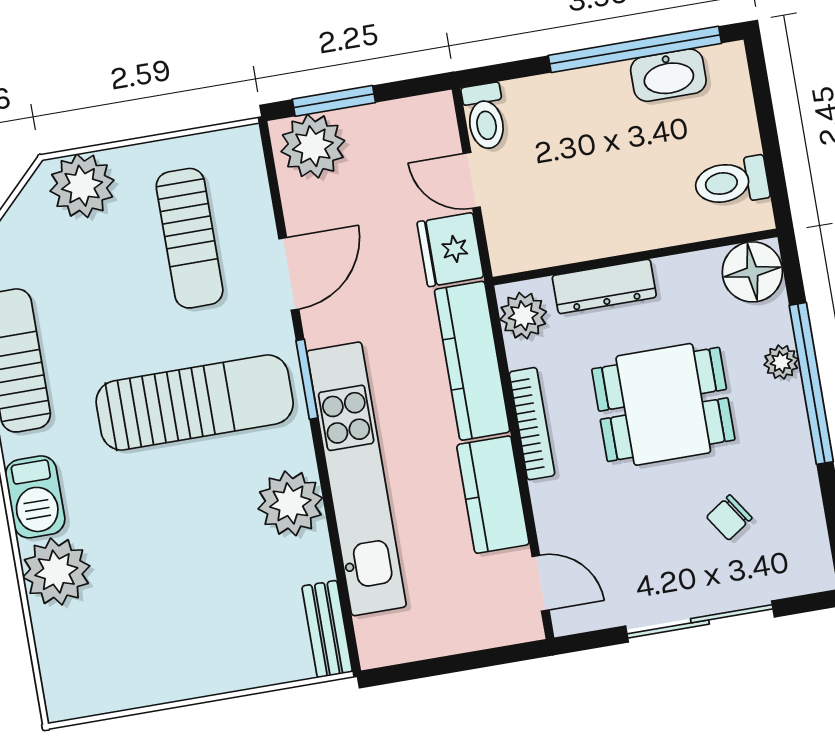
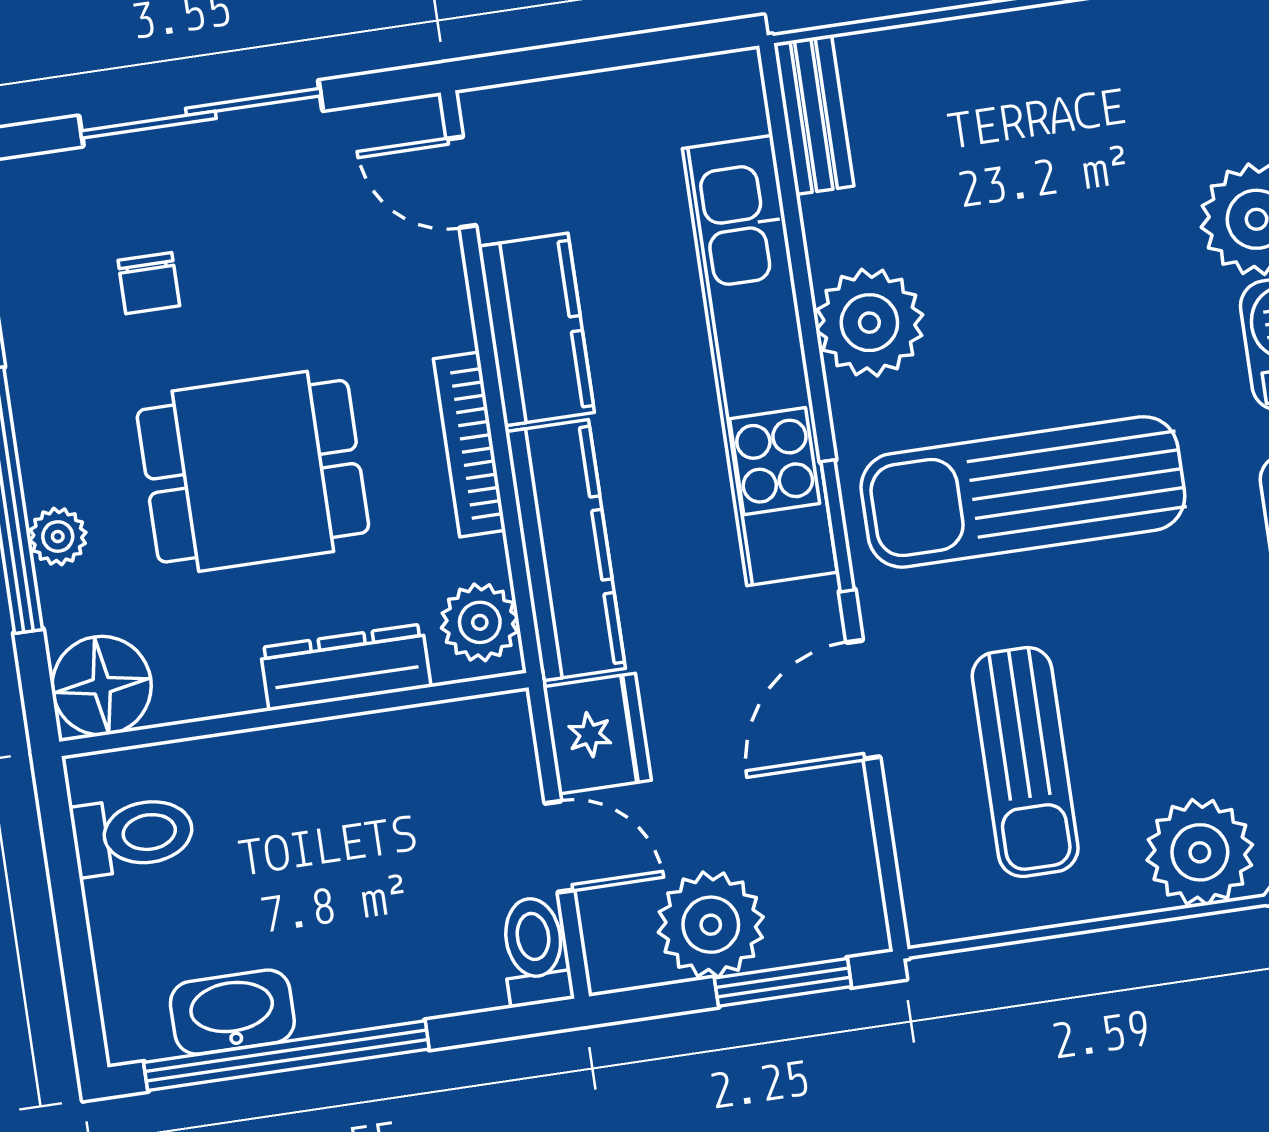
plant: (313, 146) -> (711, 925), moved
sun lounger: (190, 238) -> (1025, 762), turned 180
chair: (729, 517) -> (149, 283), turned 124

